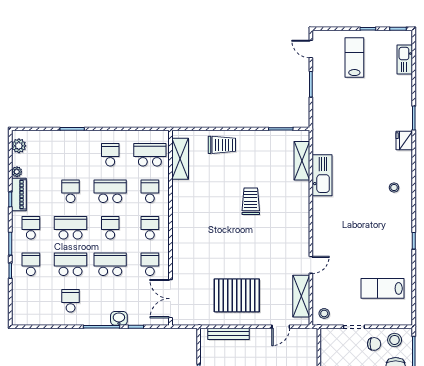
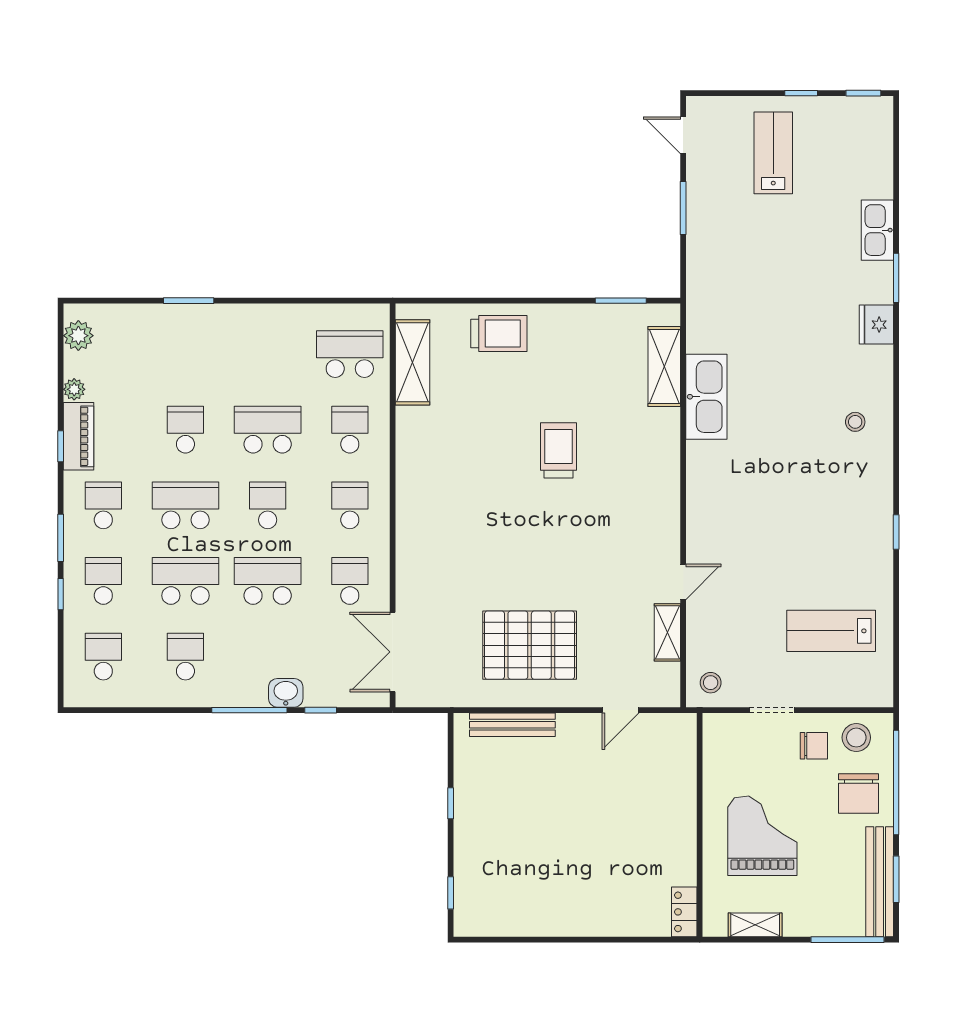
kitchen sink: (405, 59) -> (877, 230), moved
school desk: (110, 155) -> (103, 657), moved
shelving: (301, 296) -> (667, 632), width x0.67, depth x0.75

